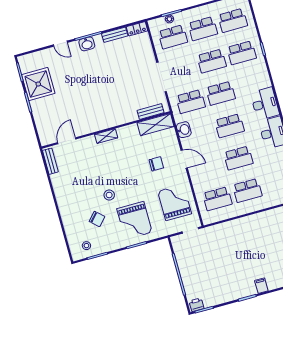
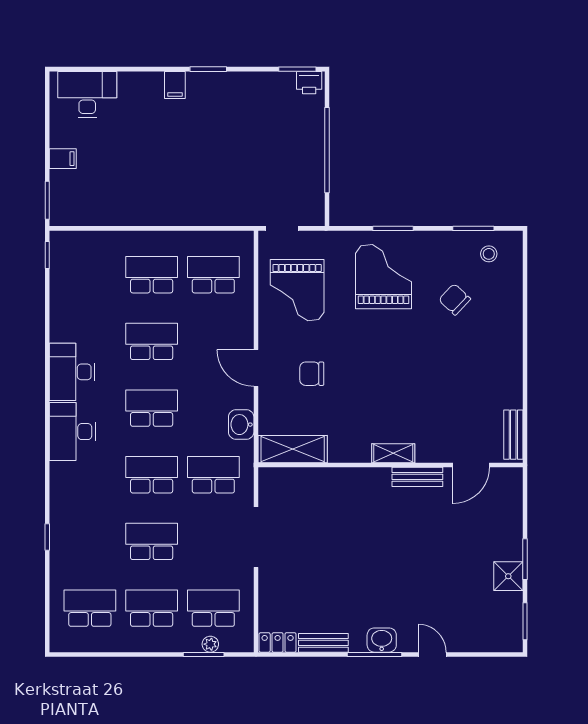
school desk: (242, 53) -> (90, 541), removed
shower: (38, 84) -> (508, 576), width x0.54, depth x0.54
bench: (151, 112) -> (417, 477), moved
stool: (109, 195) -> (419, 339), removed

